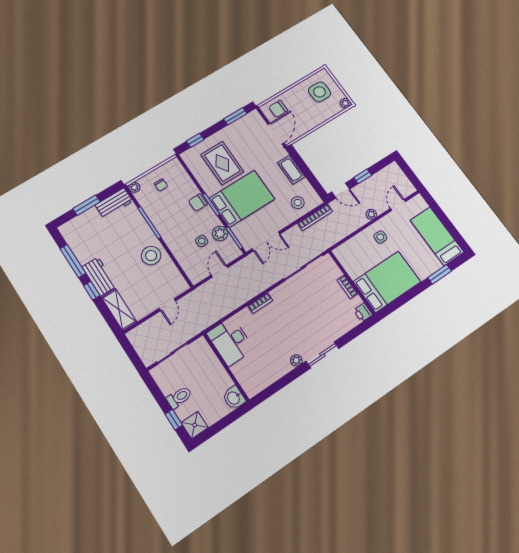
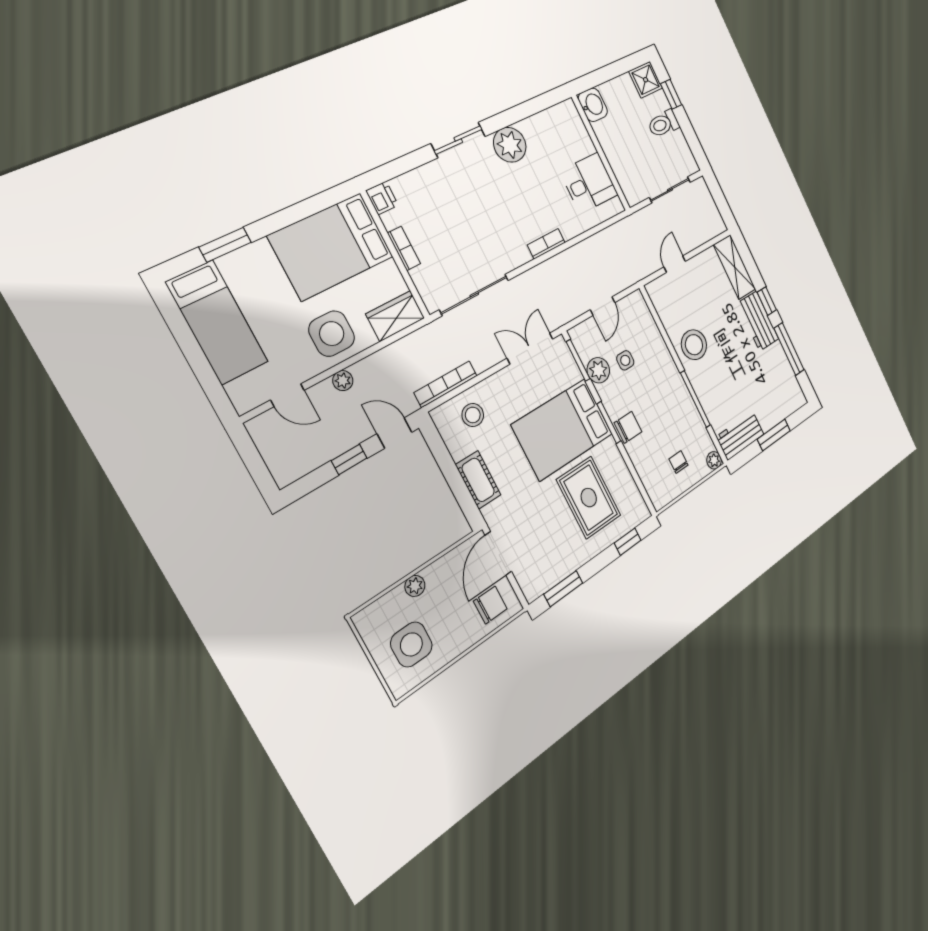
plant: (345, 103) -> (415, 586), moved
door: (398, 205) -> (287, 395), hinge flipped
side table: (380, 237) -> (332, 334), width x1.87, depth x1.87
wardrobe: (348, 250) -> (395, 316), added
desk: (230, 341) -> (589, 183), width x0.73
plant: (296, 360) -> (510, 145), width x1.87, depth x1.87

